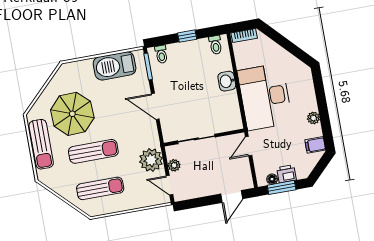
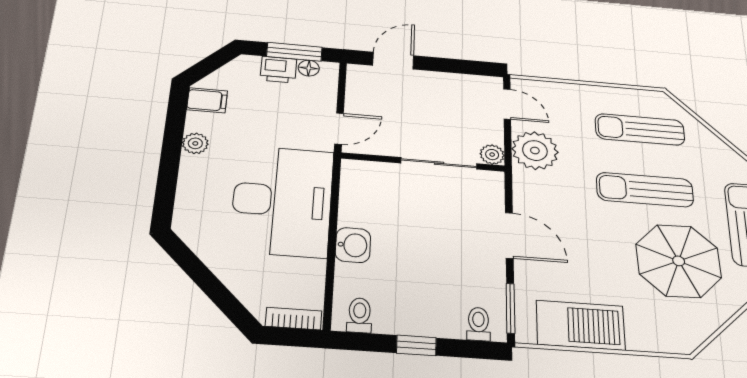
plant: (174, 165) -> (492, 155), moved

